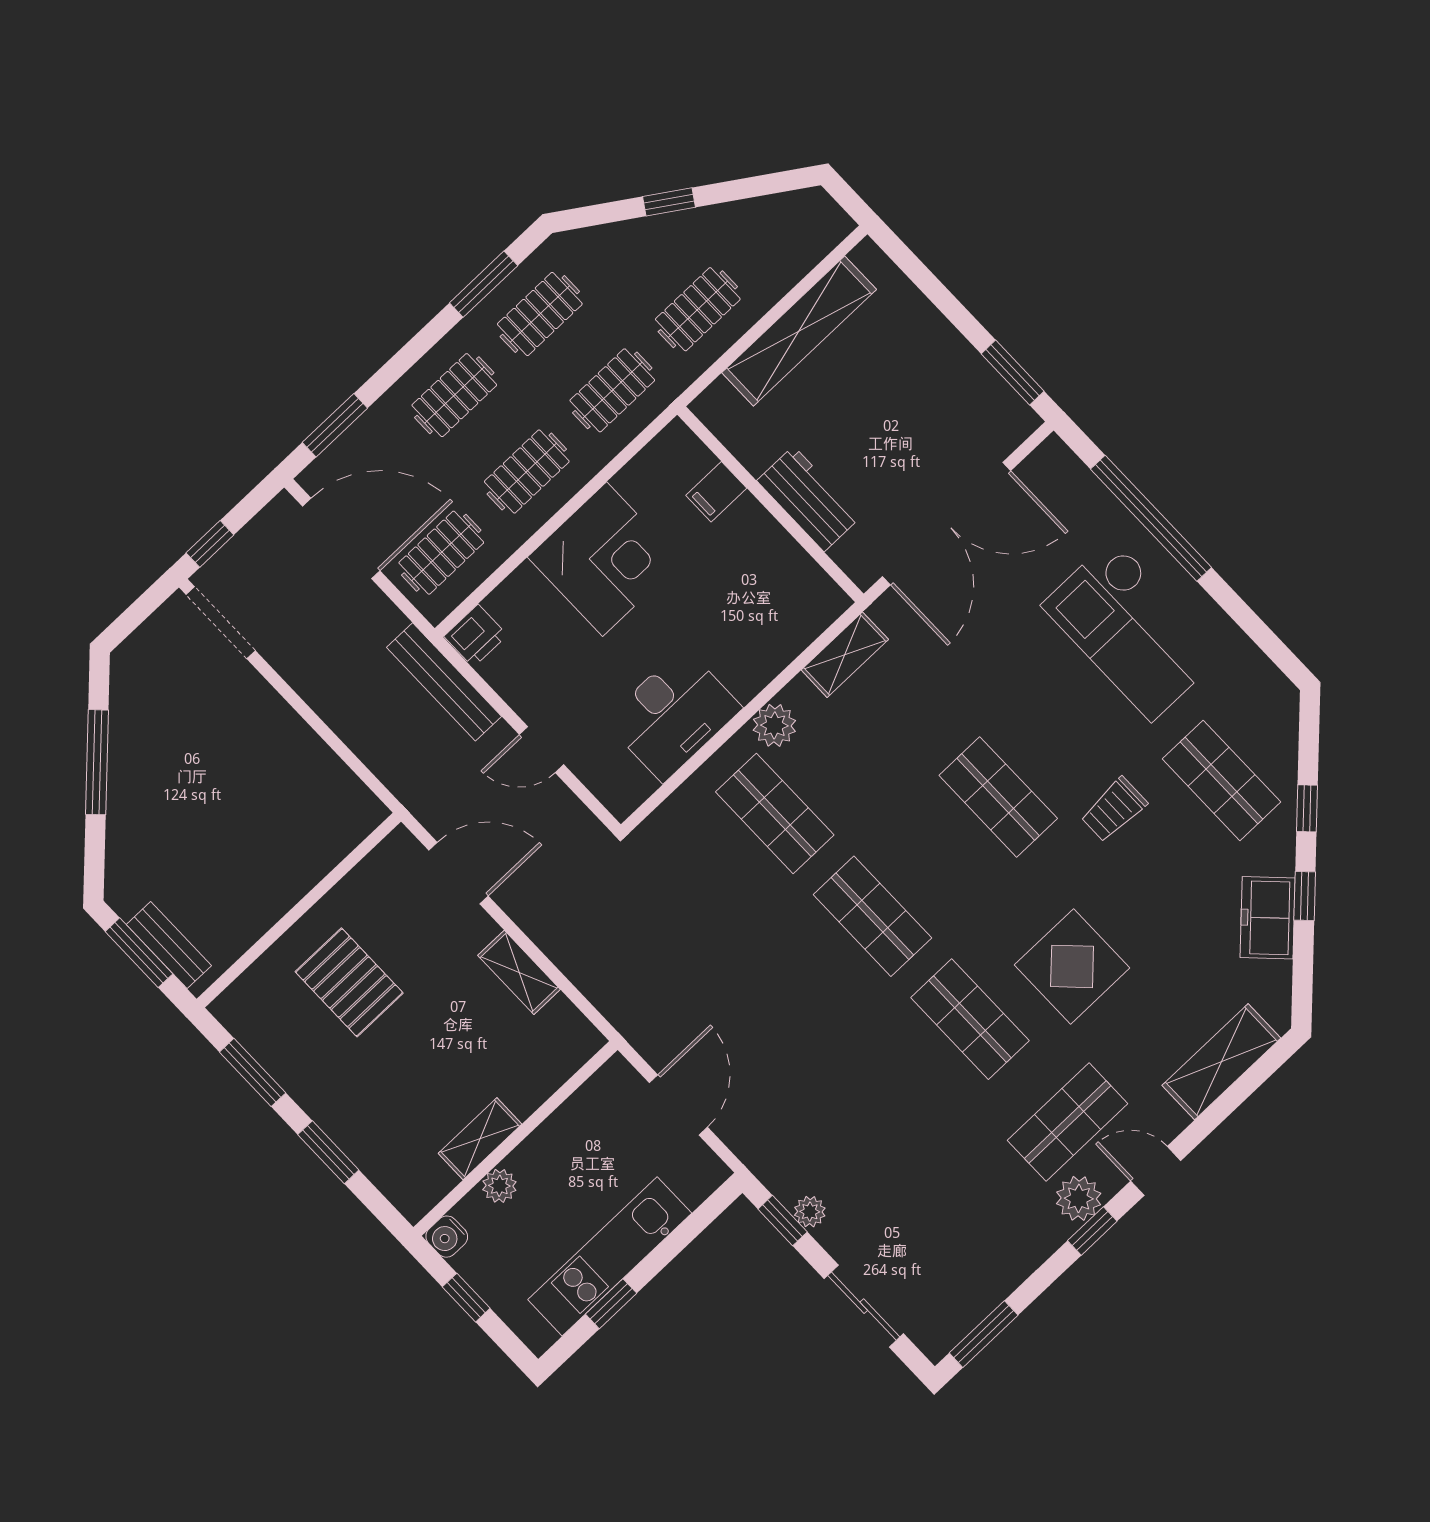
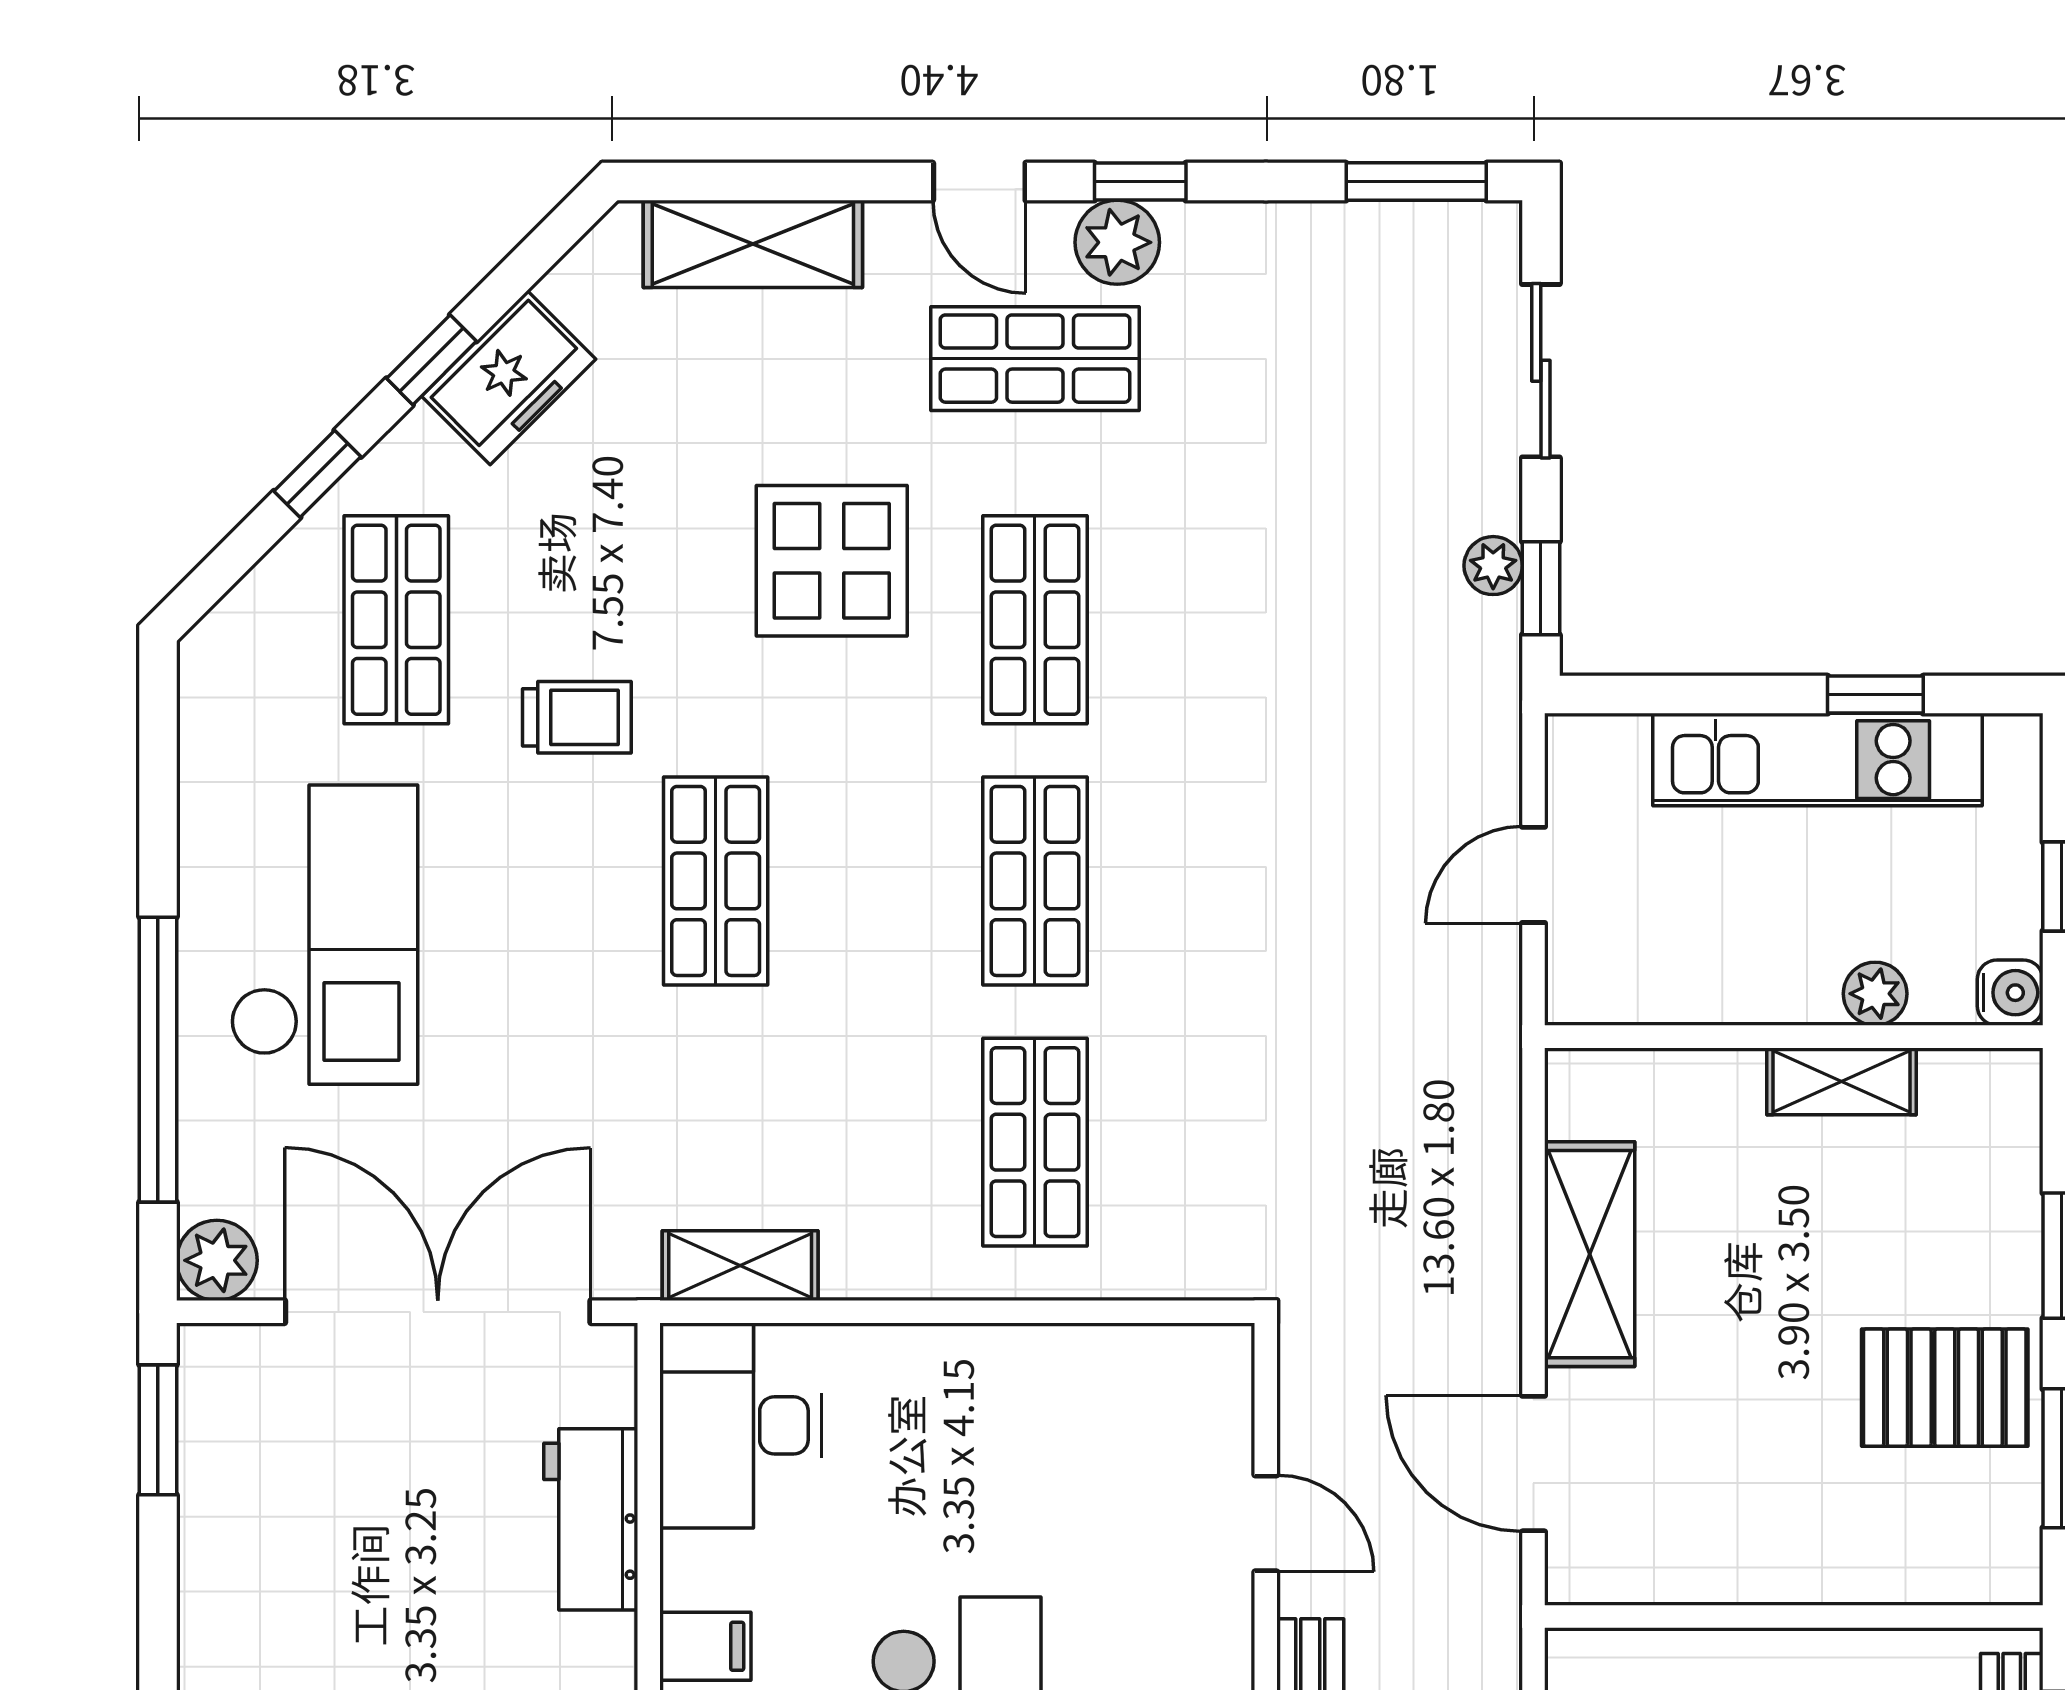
desk: (673, 714) -> (740, 1425), moved, turned -90
plant: (774, 725) -> (217, 1260), moved
shelving: (519, 972) -> (1590, 1254), width x1.50, depth x1.33
pallet: (349, 982) -> (1945, 1388), moved, turned 90
door: (678, 1105) -> (1533, 875), width x0.73

